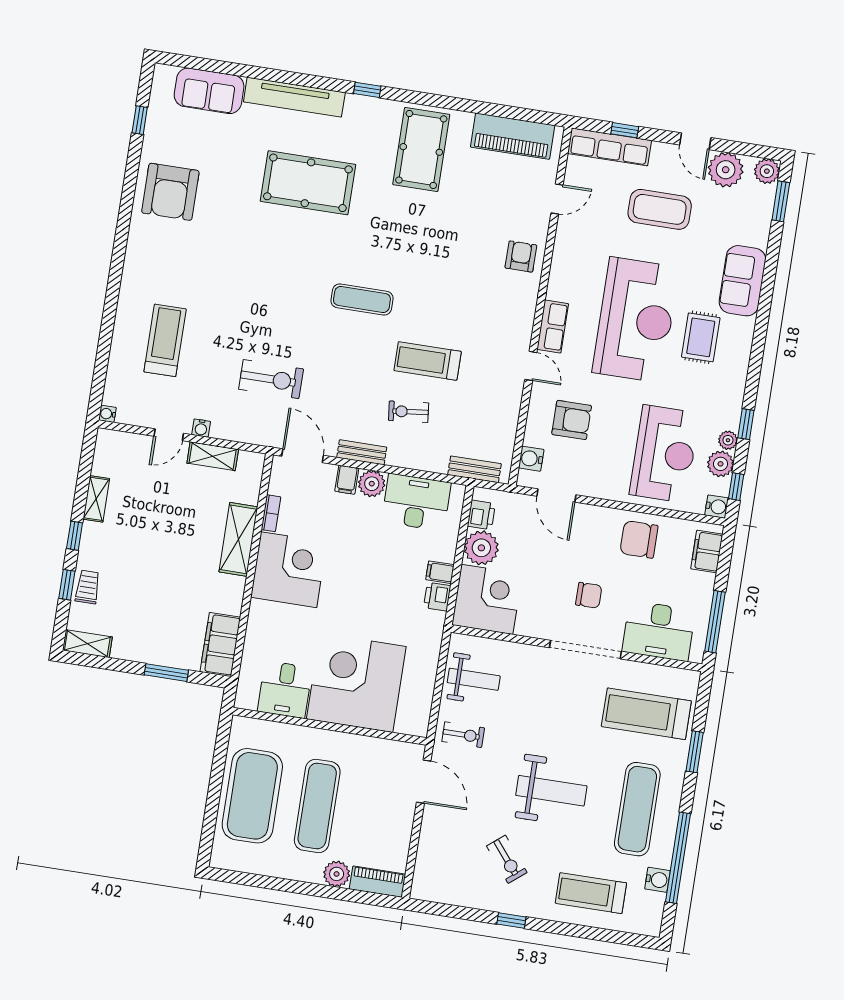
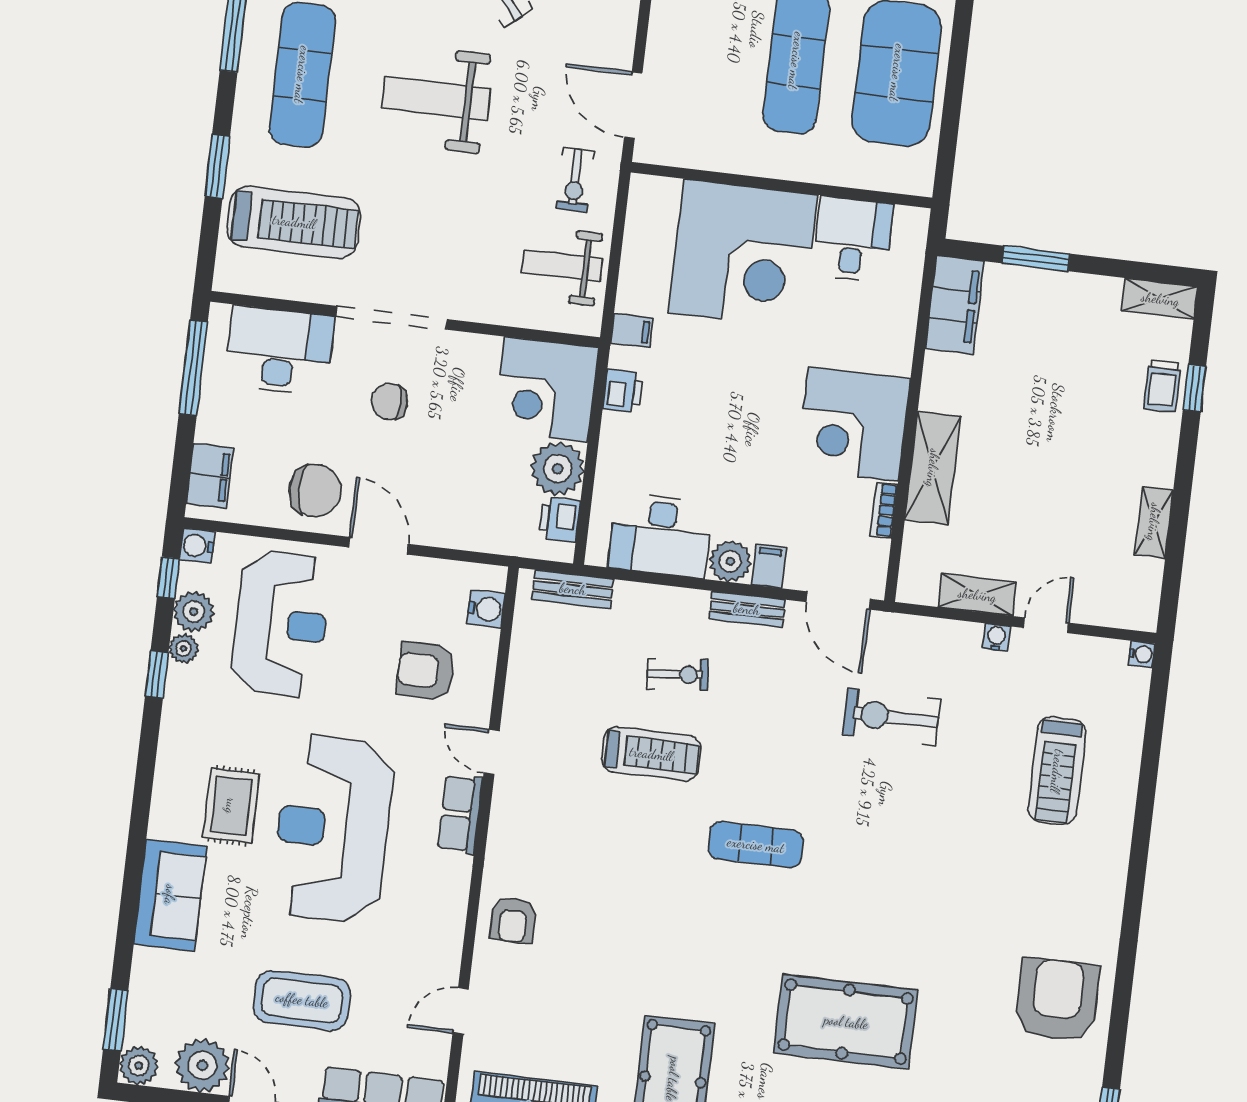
reception desk: (664, 454) -> (281, 624), turned 180
door: (556, 495) -> (379, 546), moved
window: (75, 536) -> (1185, 464), removed
filing cabinet: (440, 572) -> (632, 330), moved
exercise bike: (463, 735) -> (575, 180), turned -90

